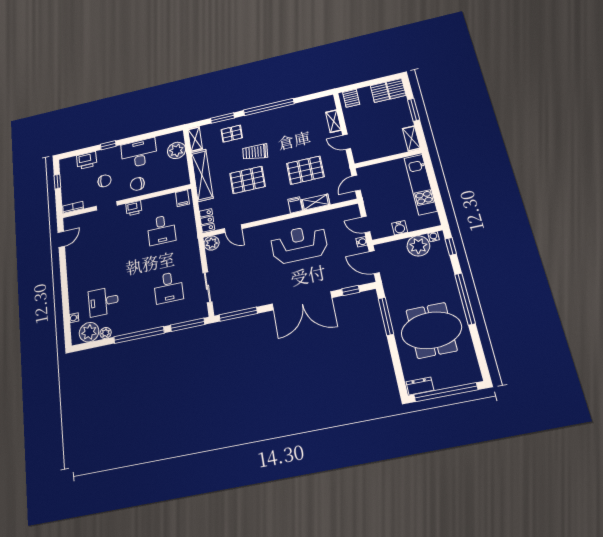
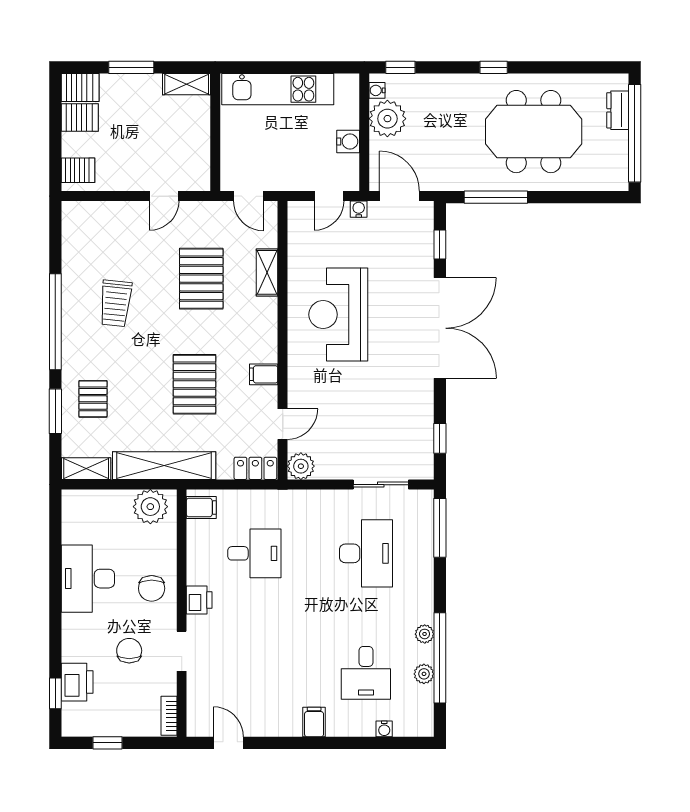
shelving: (333, 121) -> (116, 211), removed
window: (108, 145) -> (55, 693), moved
plant: (177, 150) -> (150, 507), moved
trolley: (255, 152) -> (116, 303), moved
filing cabinet: (295, 205) -> (264, 374), moved
door: (374, 262) -> (399, 196), swing flipped
filing cabinet: (75, 280) -> (314, 722), added
desk: (168, 288) -> (366, 553), width x1.37
window: (465, 299) -> (494, 67), width x0.32
window: (238, 314) -> (440, 438), width x0.46
meeting table: (431, 330) -> (534, 132), turned 90
plant: (89, 332) -> (425, 634), moved, width x0.53, depth x0.53
window: (139, 335) -> (440, 658), moved
dresser: (420, 386) -> (618, 110), moved

